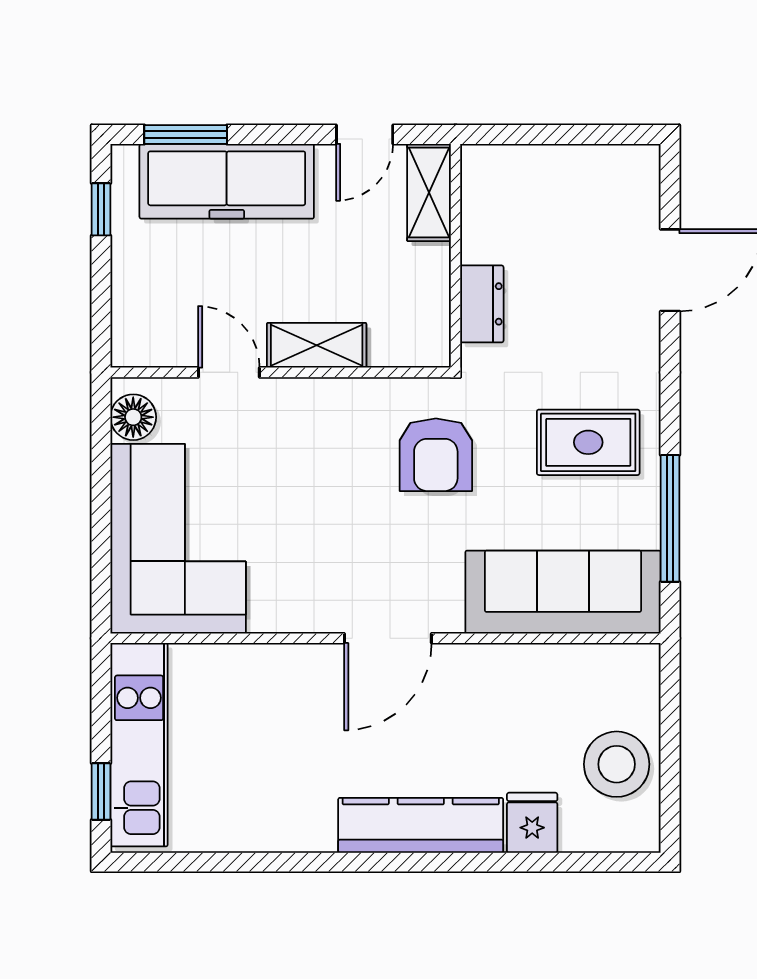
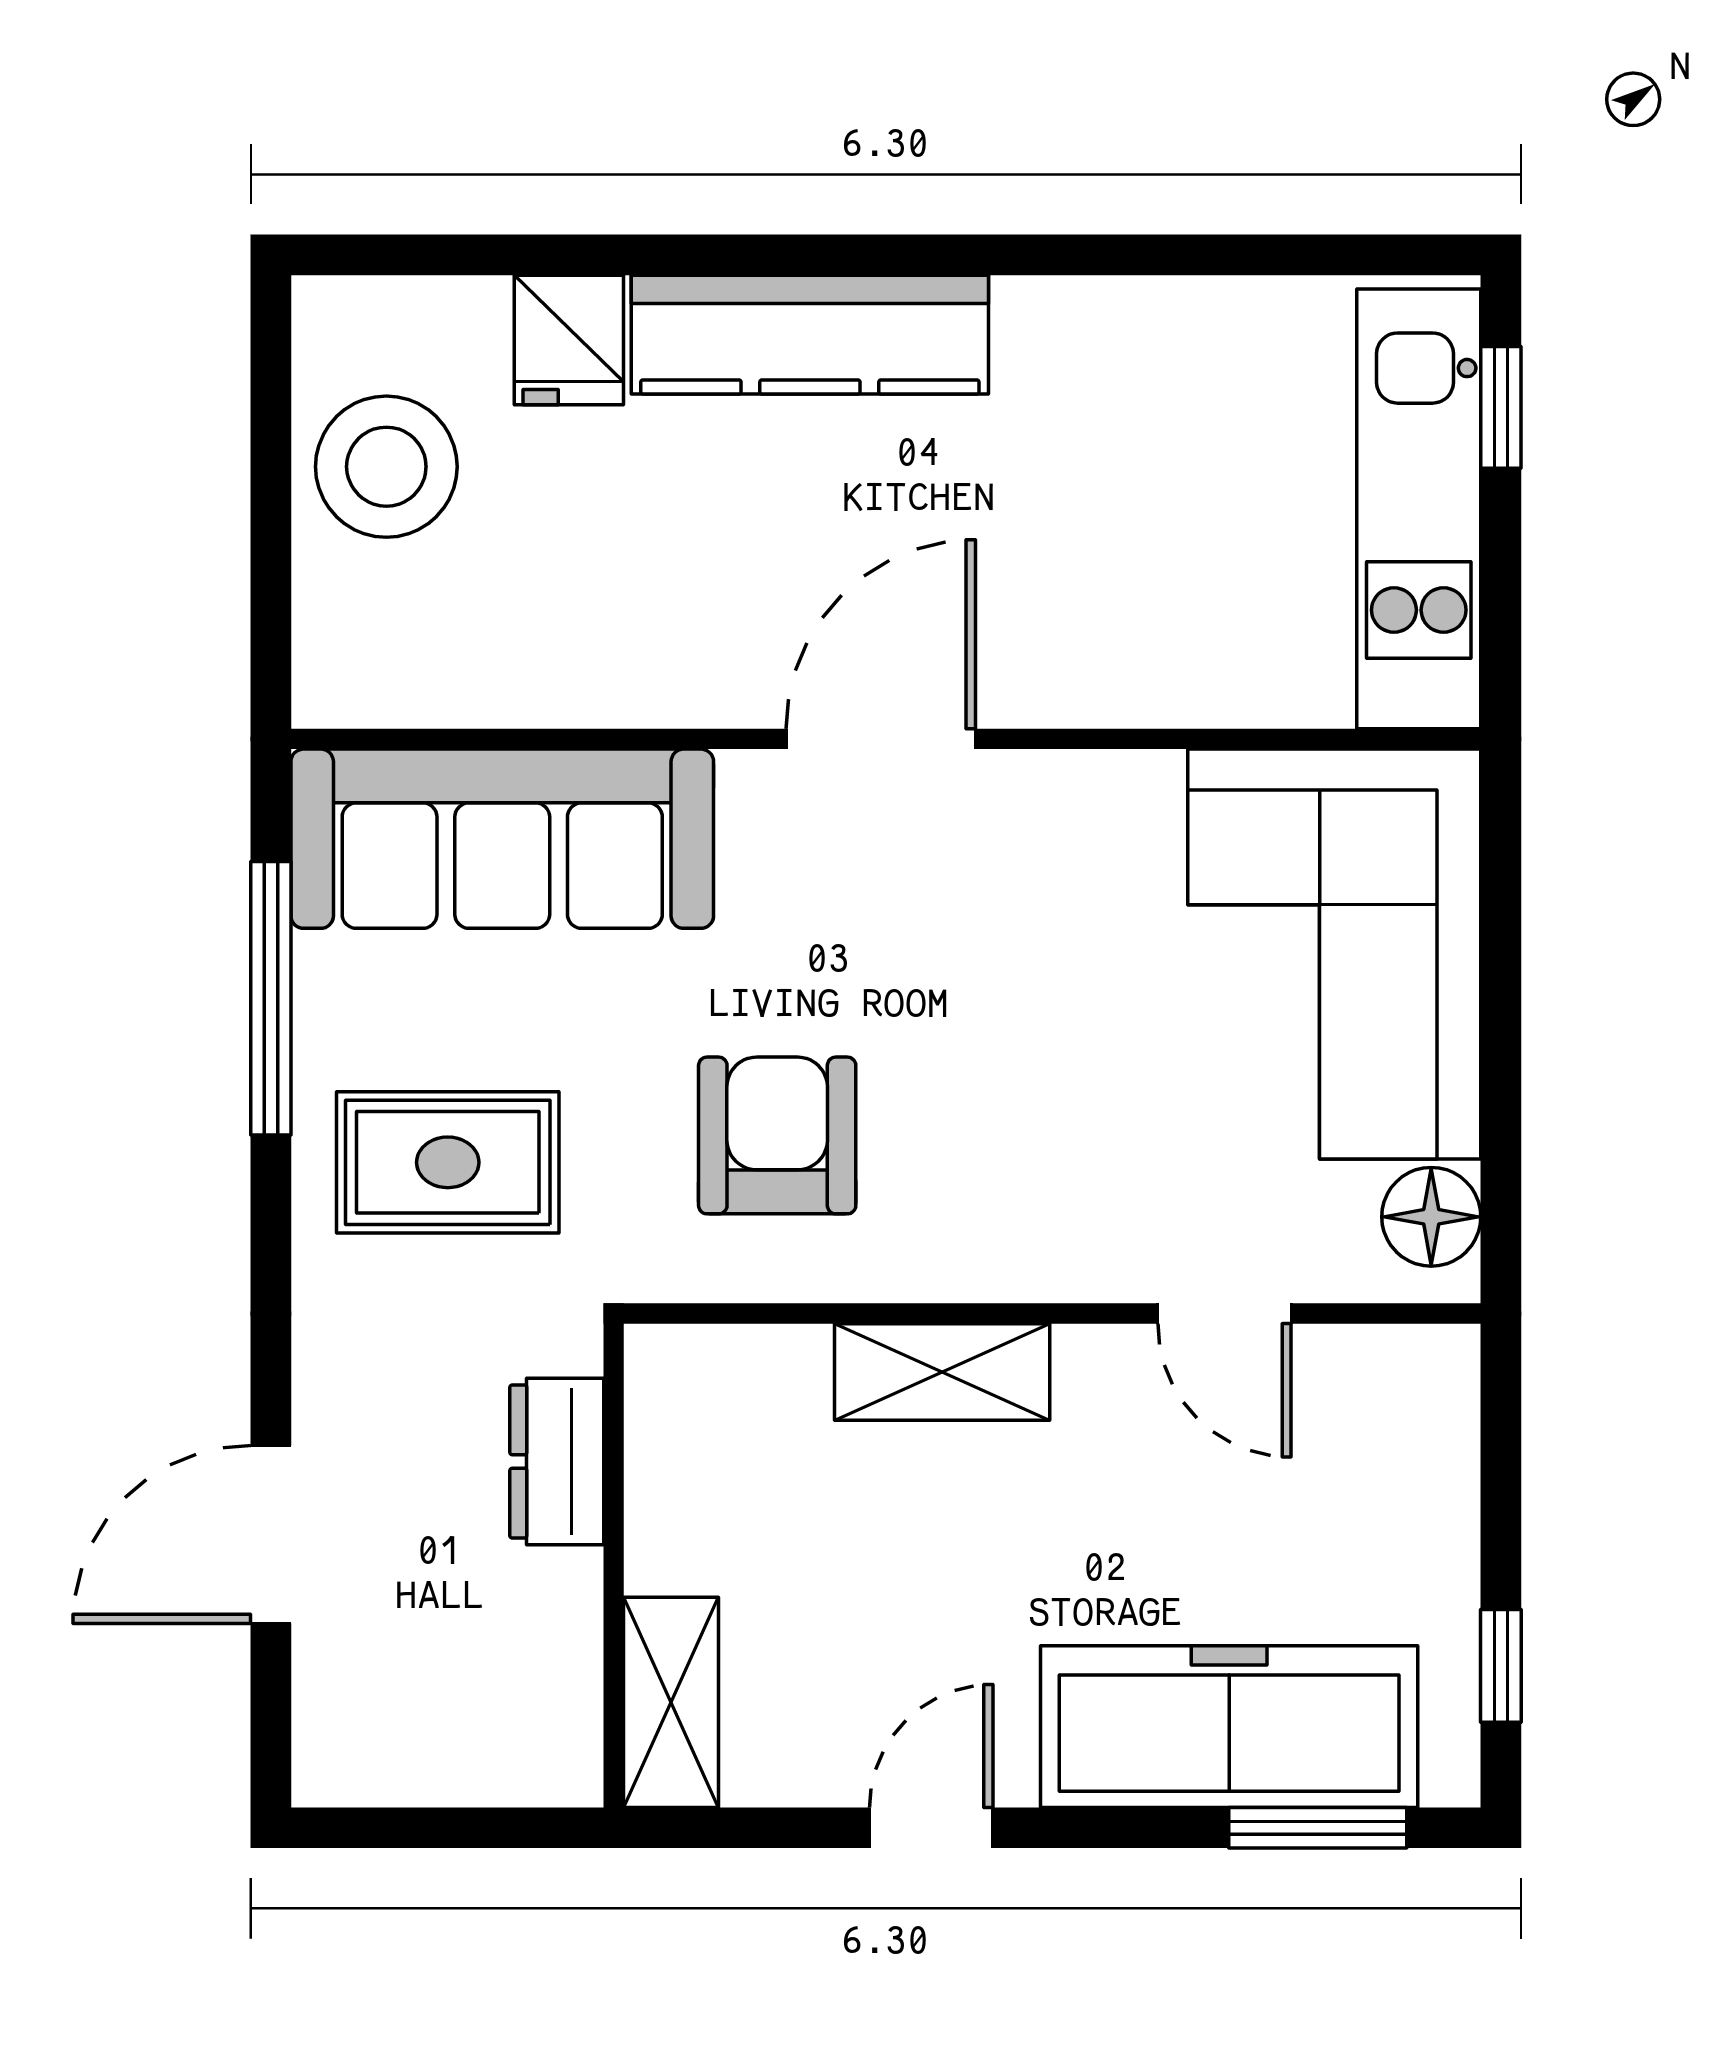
shelving: (429, 193) -> (671, 1702), moved
wall: (455, 256) -> (614, 1566), moved
dresser: (482, 304) -> (557, 1462), moved
shelving: (317, 345) -> (942, 1372), moved

